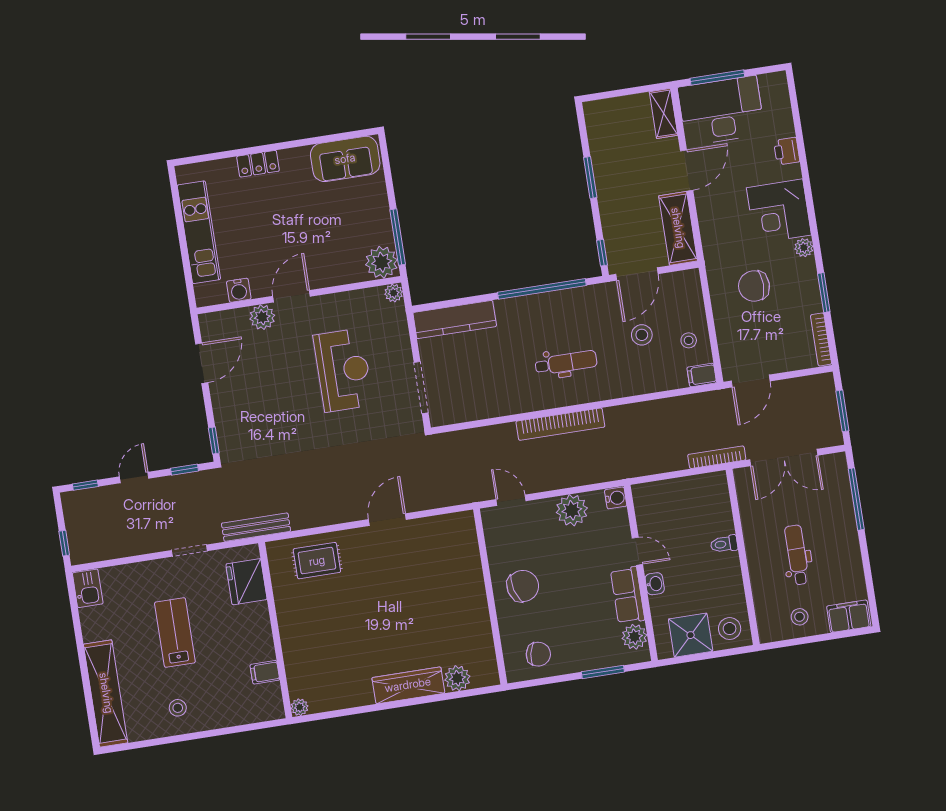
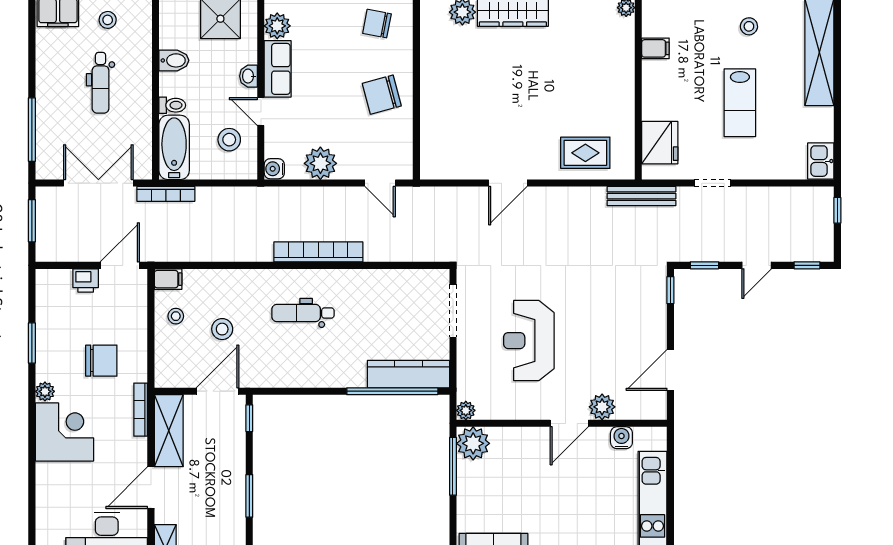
printer: (787, 151) -> (86, 281), moved, turned 90
window: (542, 289) -> (392, 391), moved
bookcase: (821, 339) -> (141, 410), moved, turned 180
bathtub: (716, 503) -> (174, 147), added
bidet: (729, 588) -> (174, 60), added
stool: (730, 629) -> (229, 140), moved

